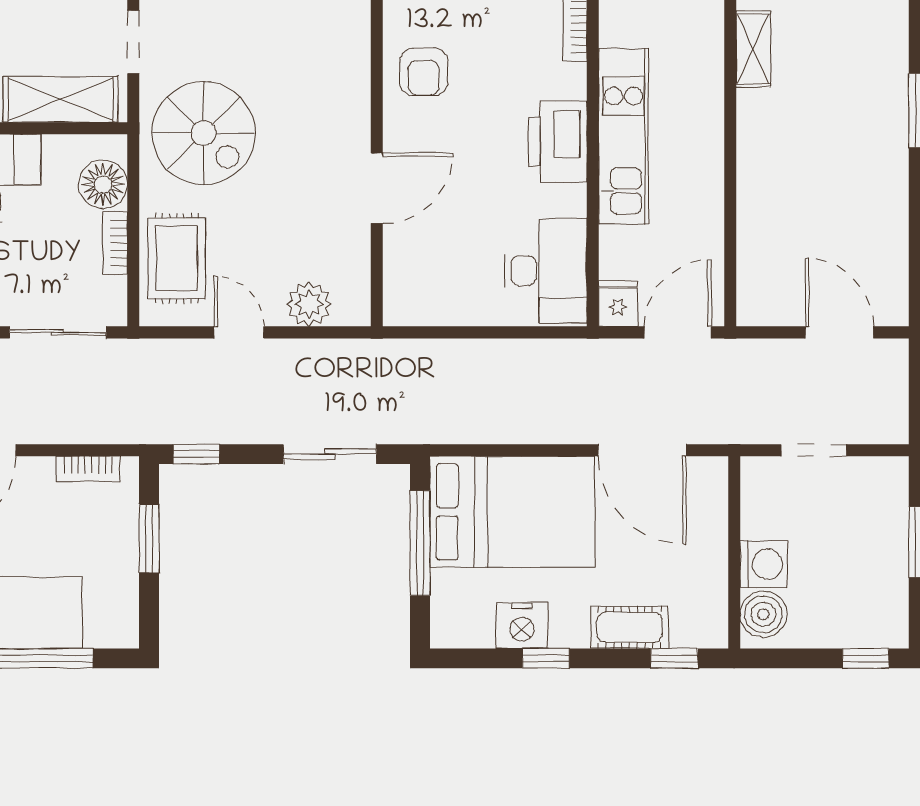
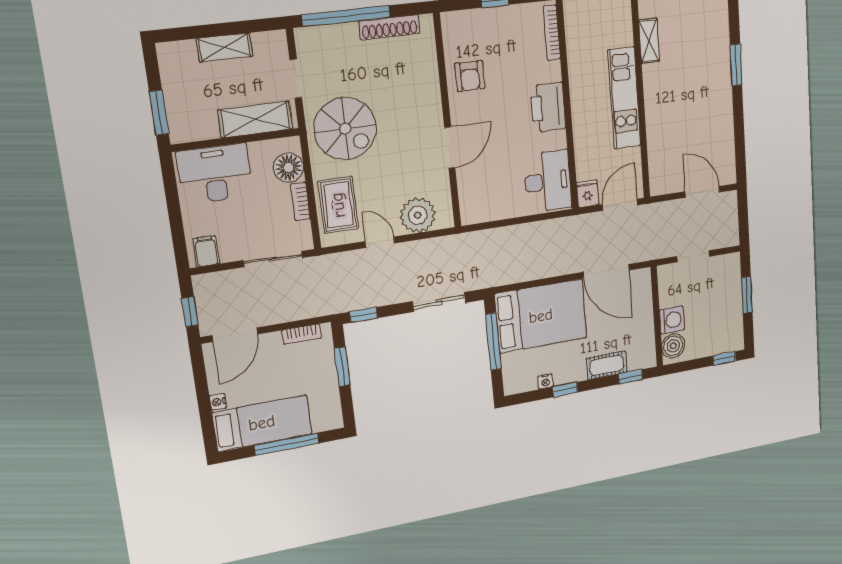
kitchen unit: (623, 136) -> (624, 98), moved, turned 180
plant: (309, 304) -> (418, 215), width x1.36, depth x1.36
nightstand: (522, 626) -> (545, 381), width x0.53, depth x0.56

